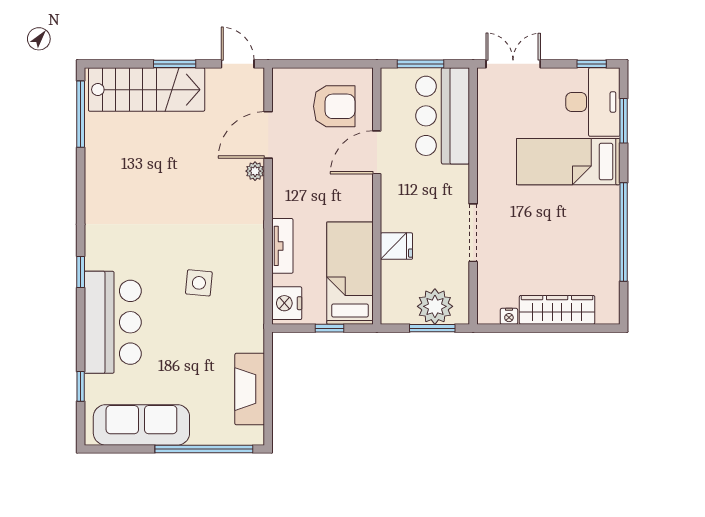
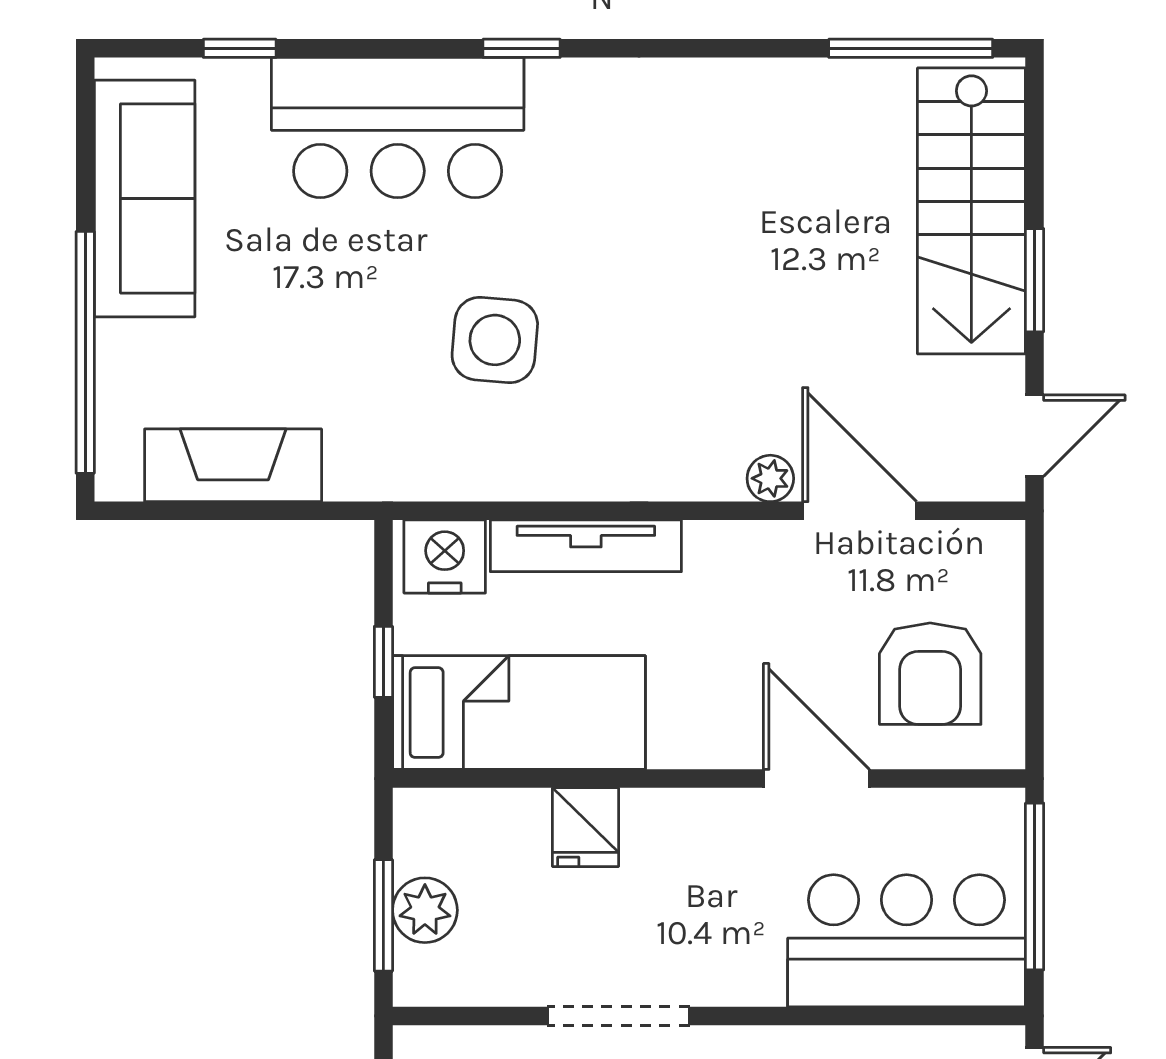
window: (421, 64) -> (1035, 886), width x1.44
tv unit: (282, 246) -> (586, 546), width x1.41
side table: (199, 283) -> (495, 340), width x1.37, depth x1.37
plant: (435, 306) -> (425, 910), width x0.73, depth x0.73

